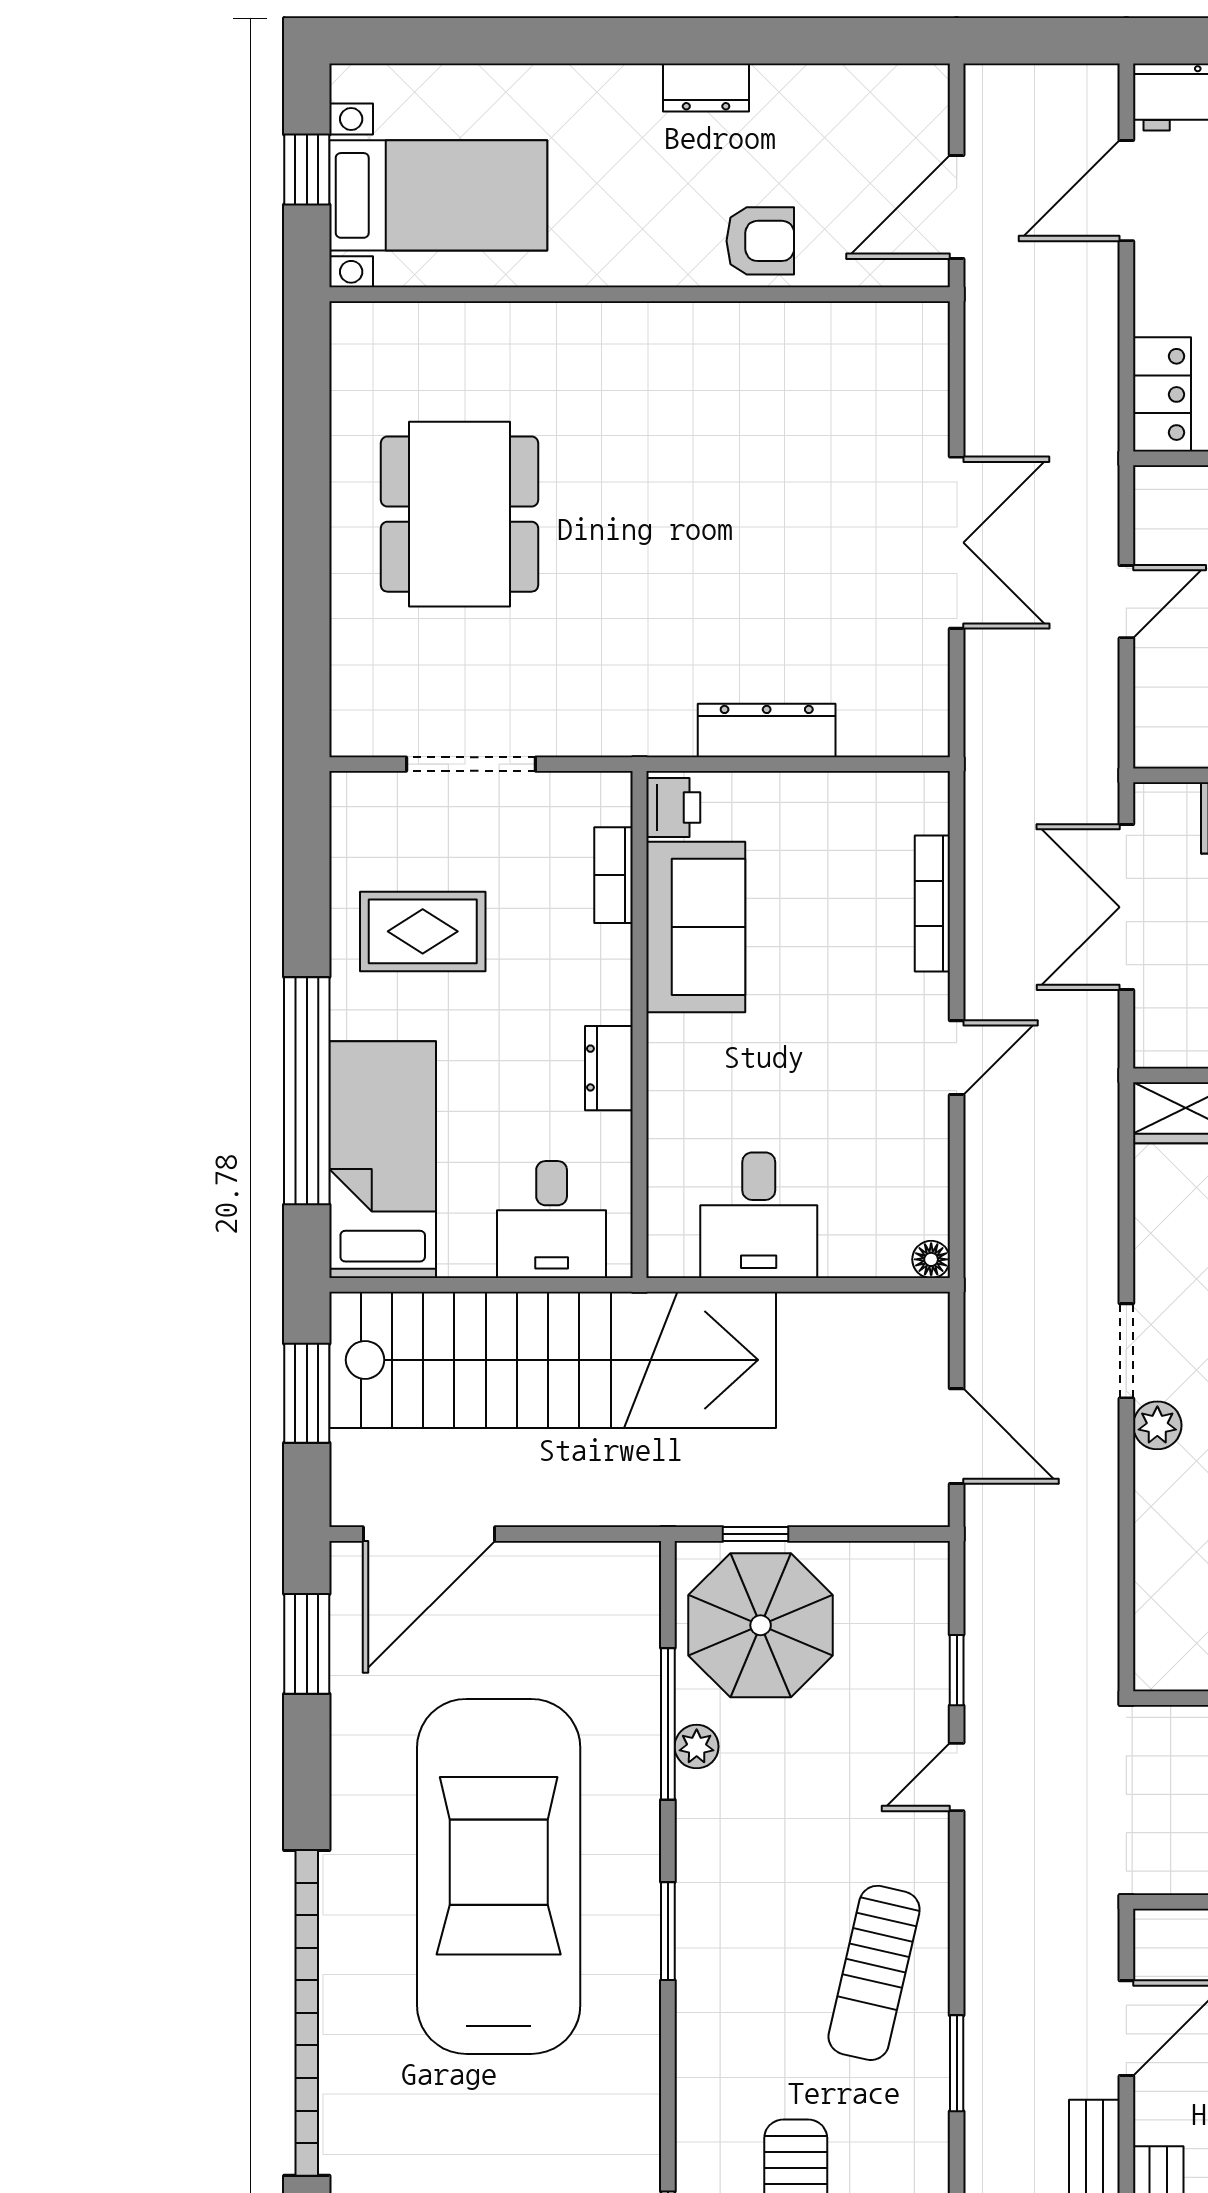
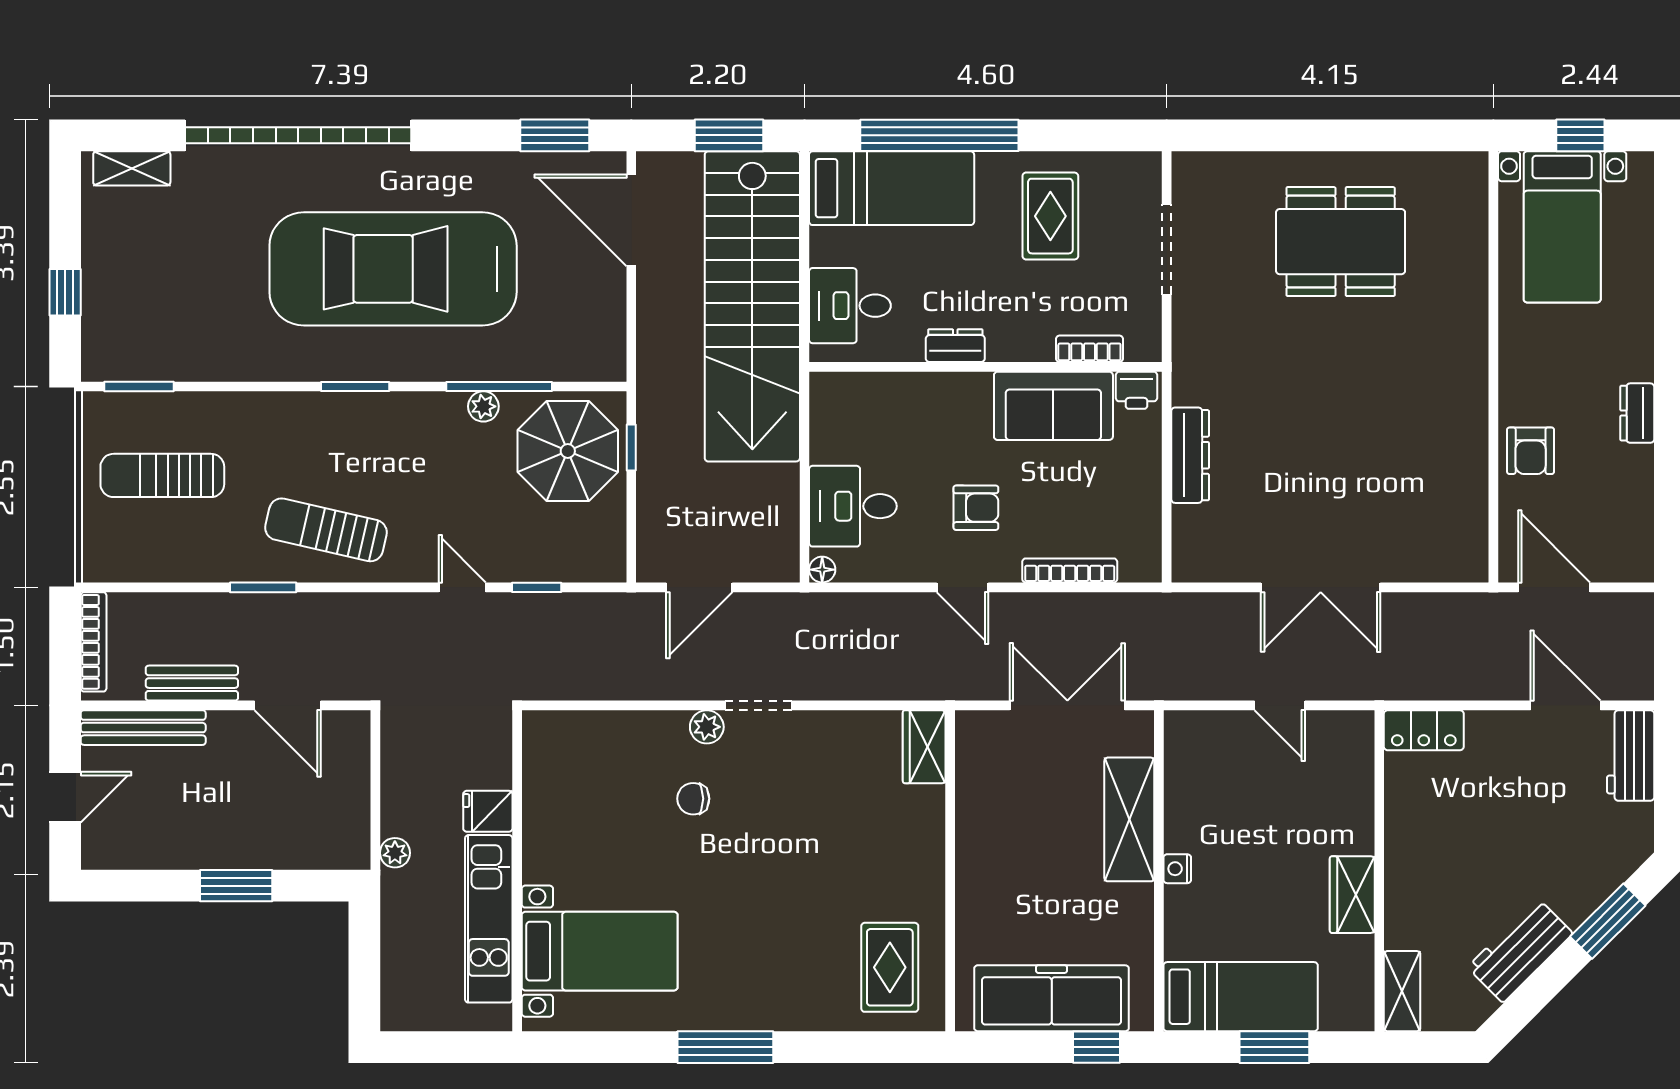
armchair: (842, 1038) -> (976, 508), added
desk: (759, 1215) -> (853, 506), moved
car: (499, 1876) -> (393, 269), turned 180

